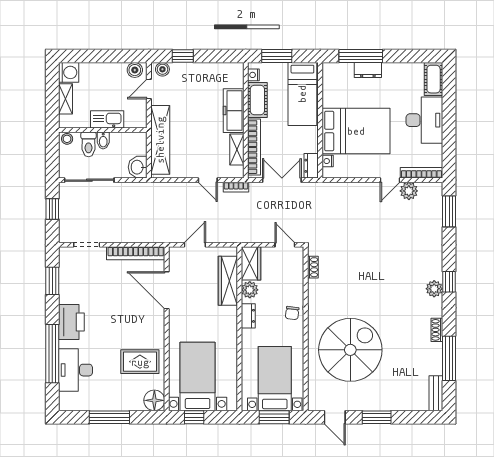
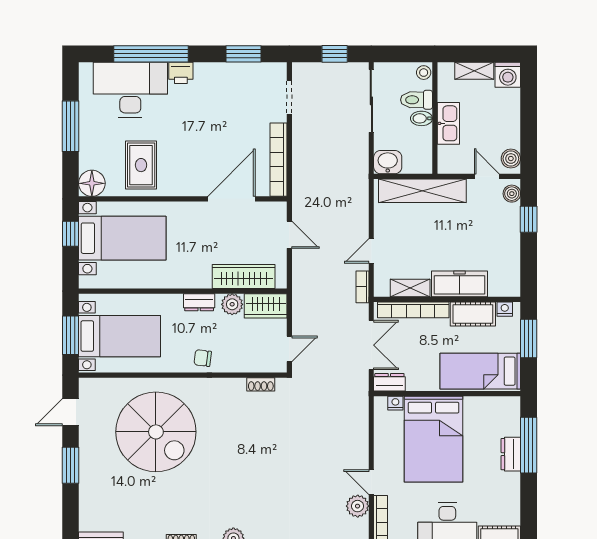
printer: (71, 322) -> (181, 73), width x0.53, depth x0.68
desk: (76, 370) -> (130, 90), width x1.36, depth x1.30

